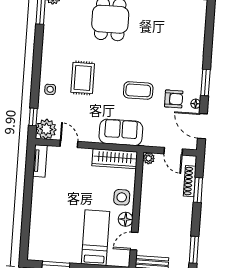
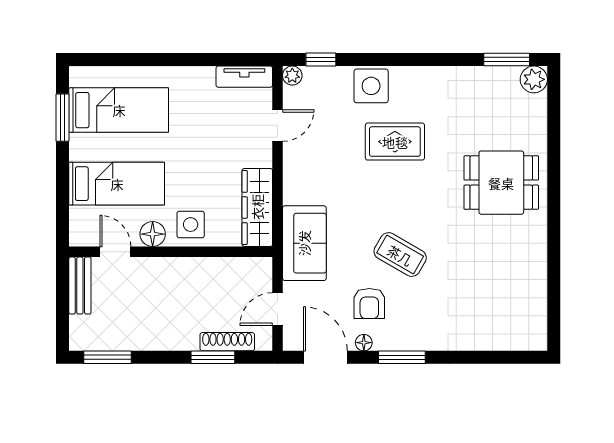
side table: (50, 89) -> (371, 86), width x1.87, depth x1.87
coffee table: (138, 90) -> (400, 255), moved, turned -60
door: (202, 126) -> (325, 357), hinge flipped
plant: (46, 129) -> (292, 76), width x0.53, depth x0.53
sofa: (121, 132) -> (304, 243), moved
plant: (149, 158) -> (262, 267), removed
bed: (54, 234) -> (119, 110), added

